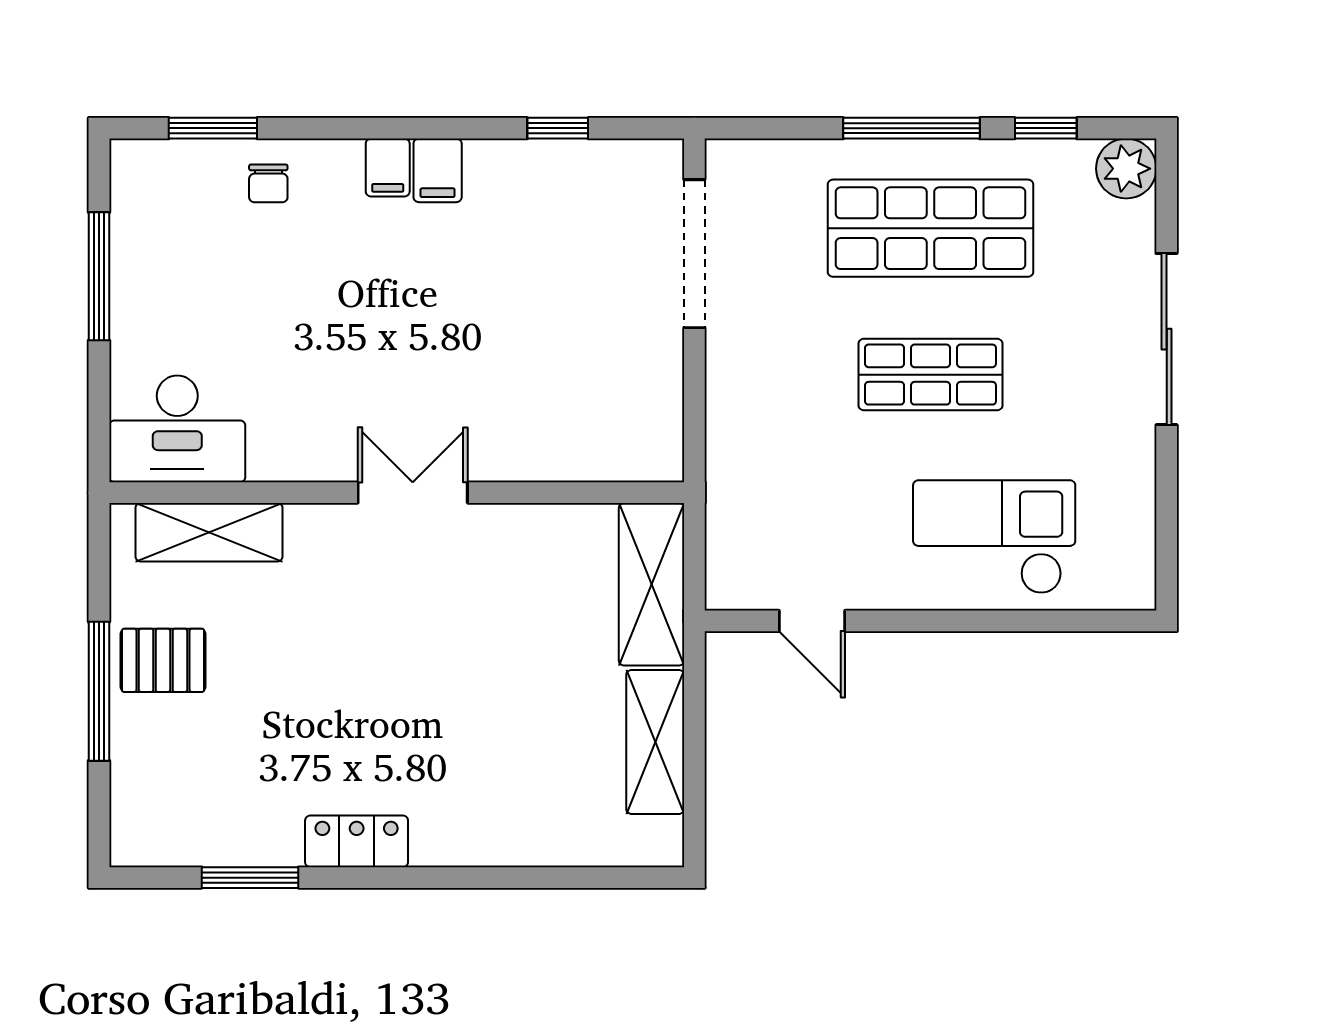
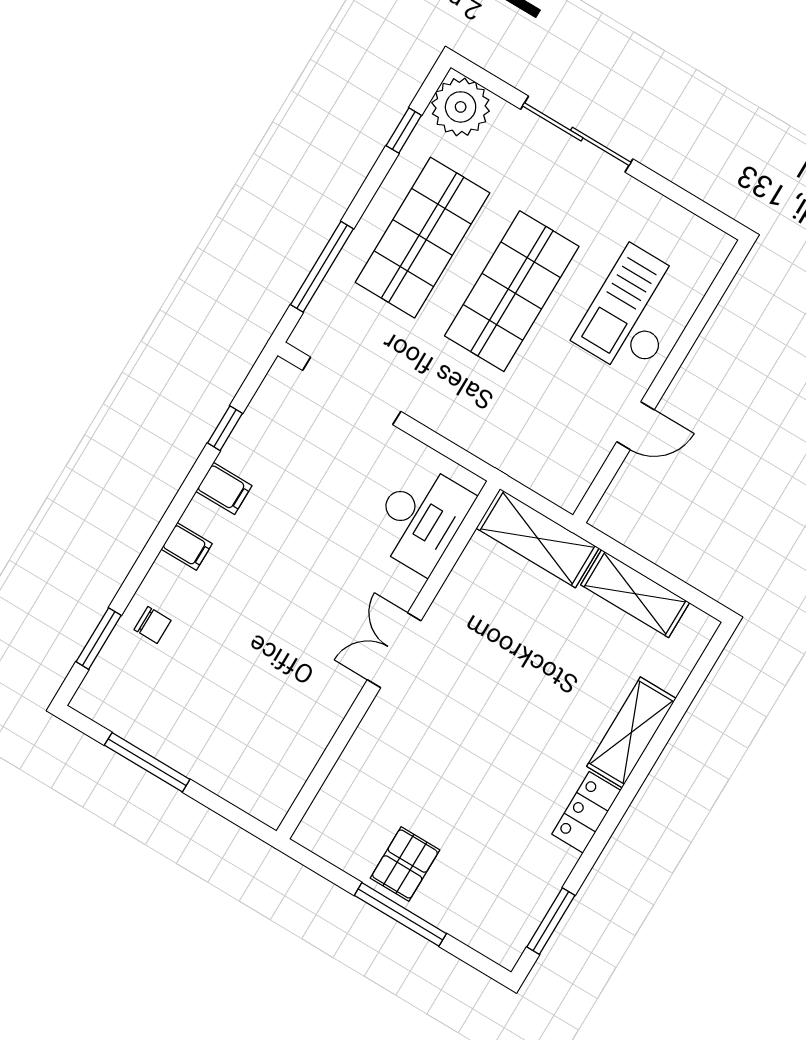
window: (911, 128) -> (322, 267), moved
plant: (1126, 169) -> (461, 107), width x1.36, depth x1.36
filing cabinet: (438, 170) -> (224, 488), moved
shop shelf: (930, 375) -> (512, 291), width x1.43, depth x1.36
desk: (177, 429) -> (421, 518), moved
shelving: (209, 532) -> (631, 732), moved
door: (812, 621) -> (636, 426), moved
window: (250, 878) -> (551, 921), moved

